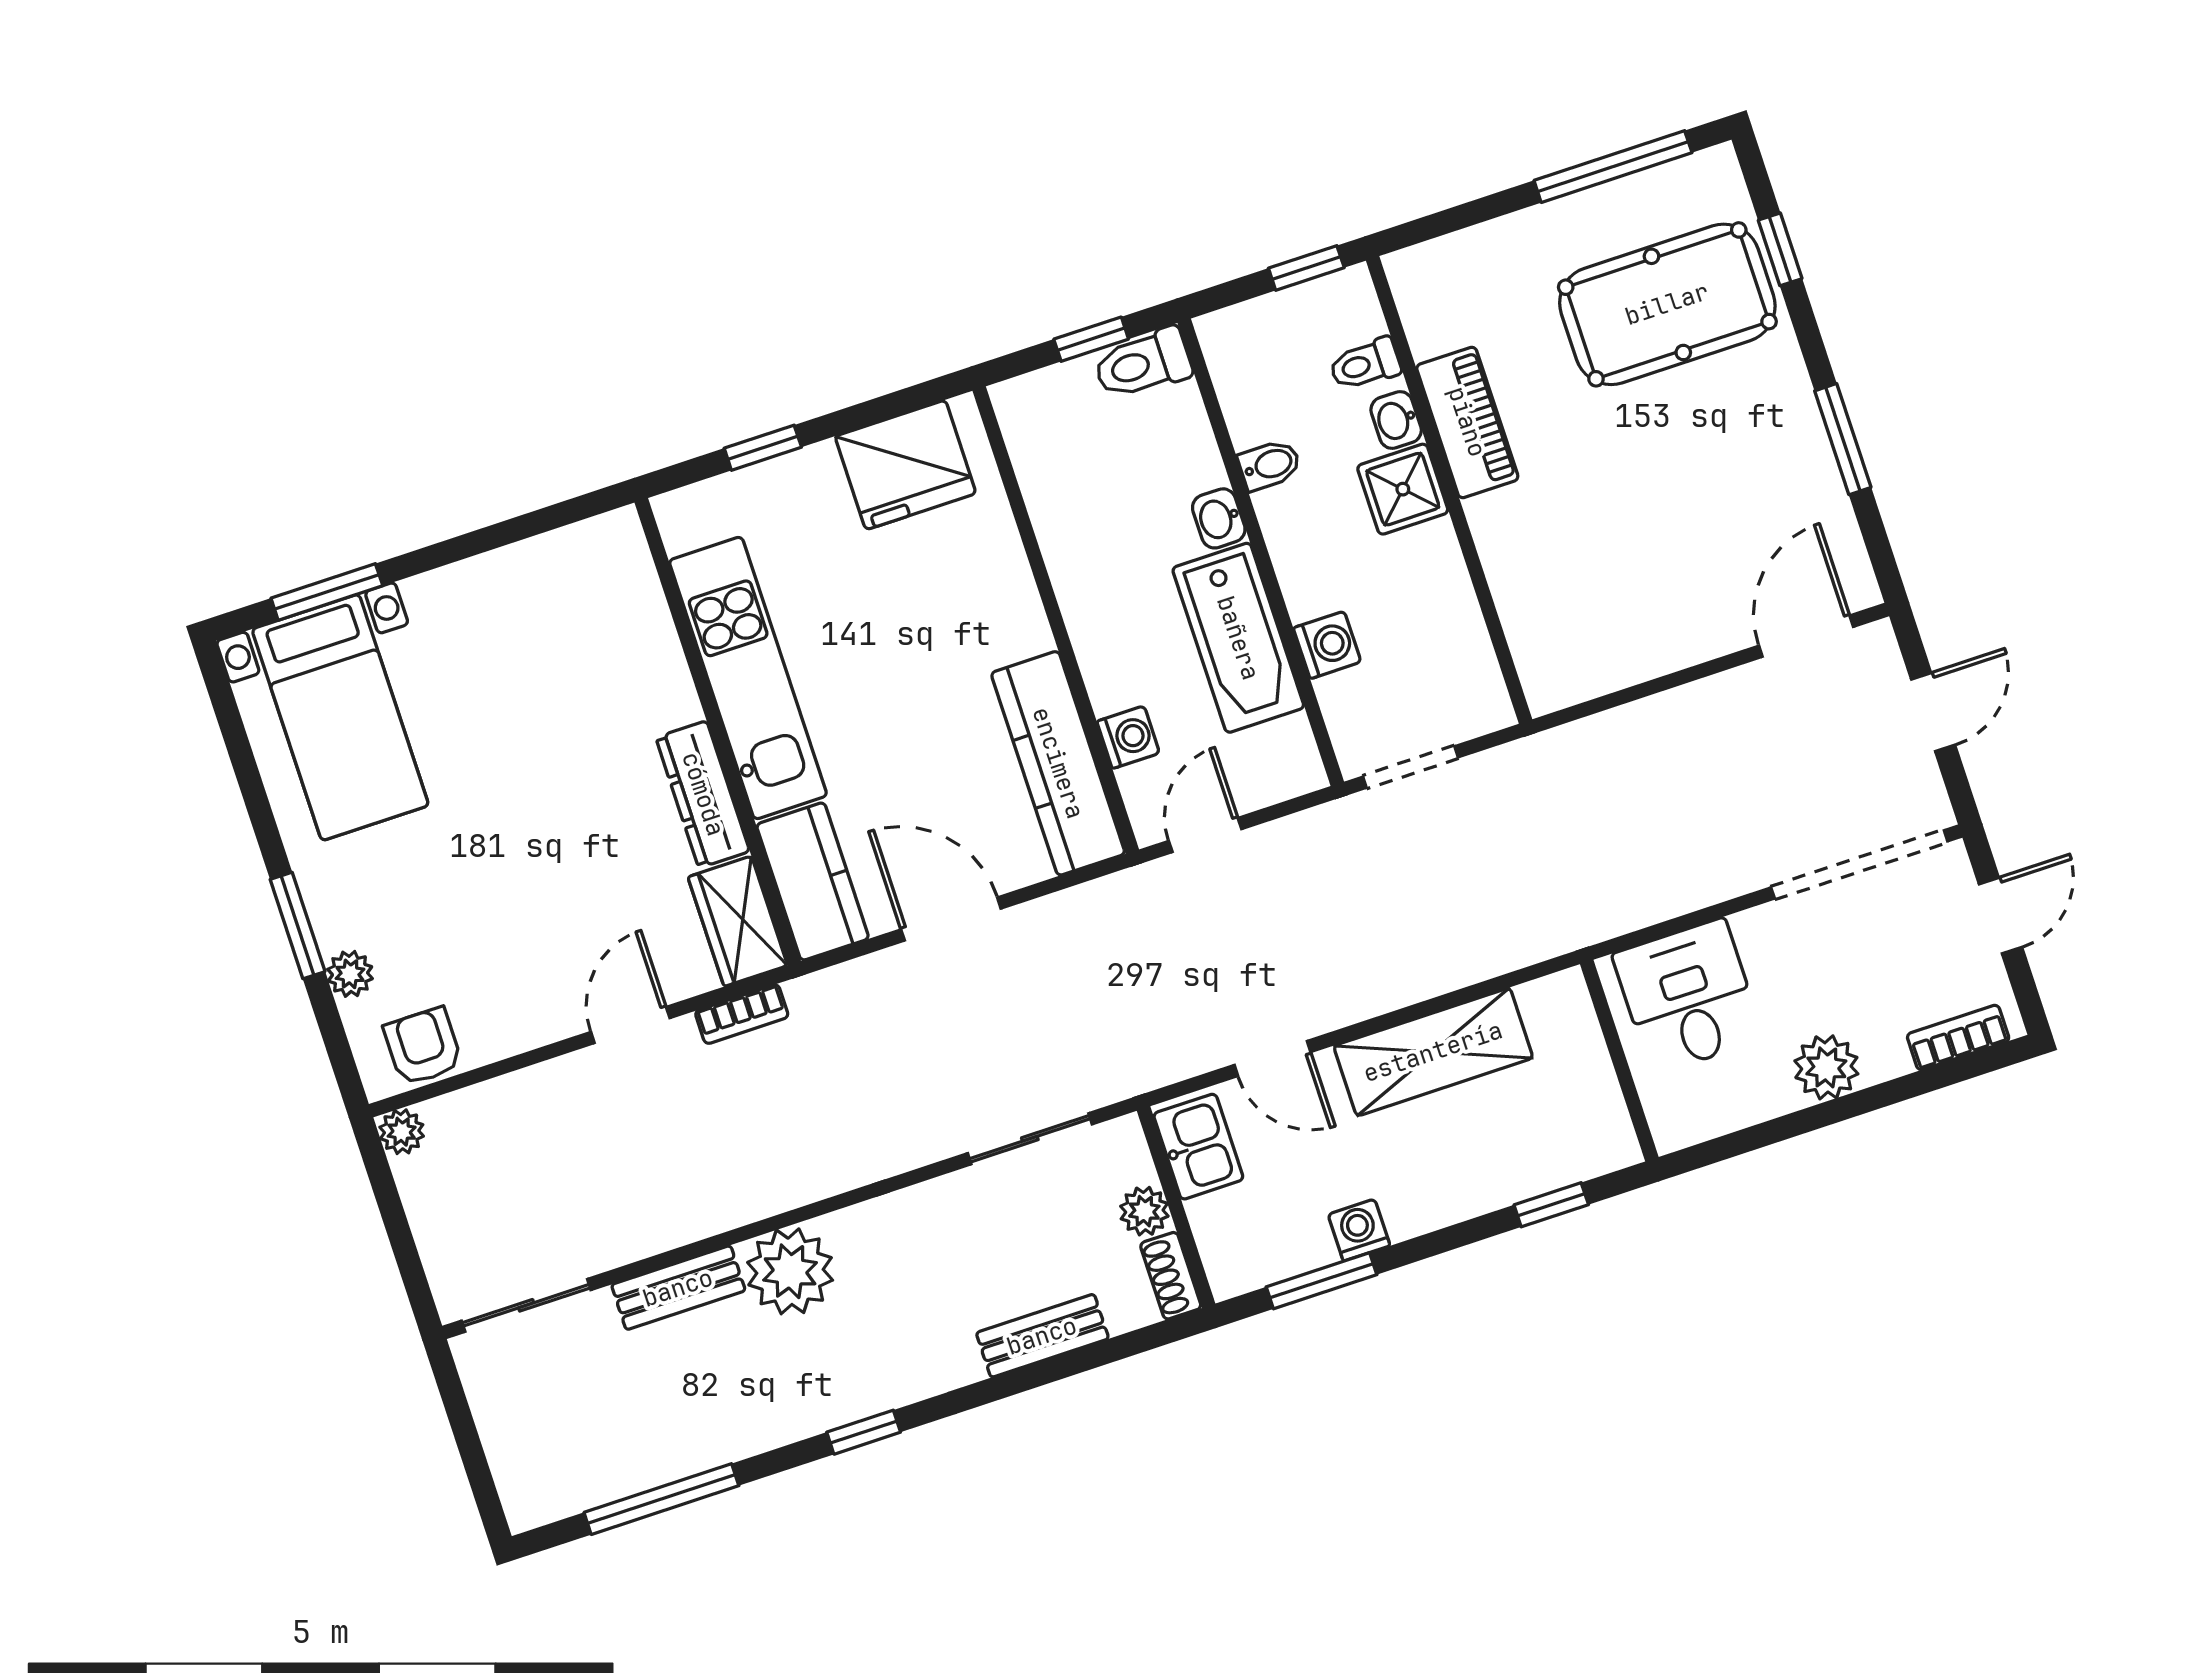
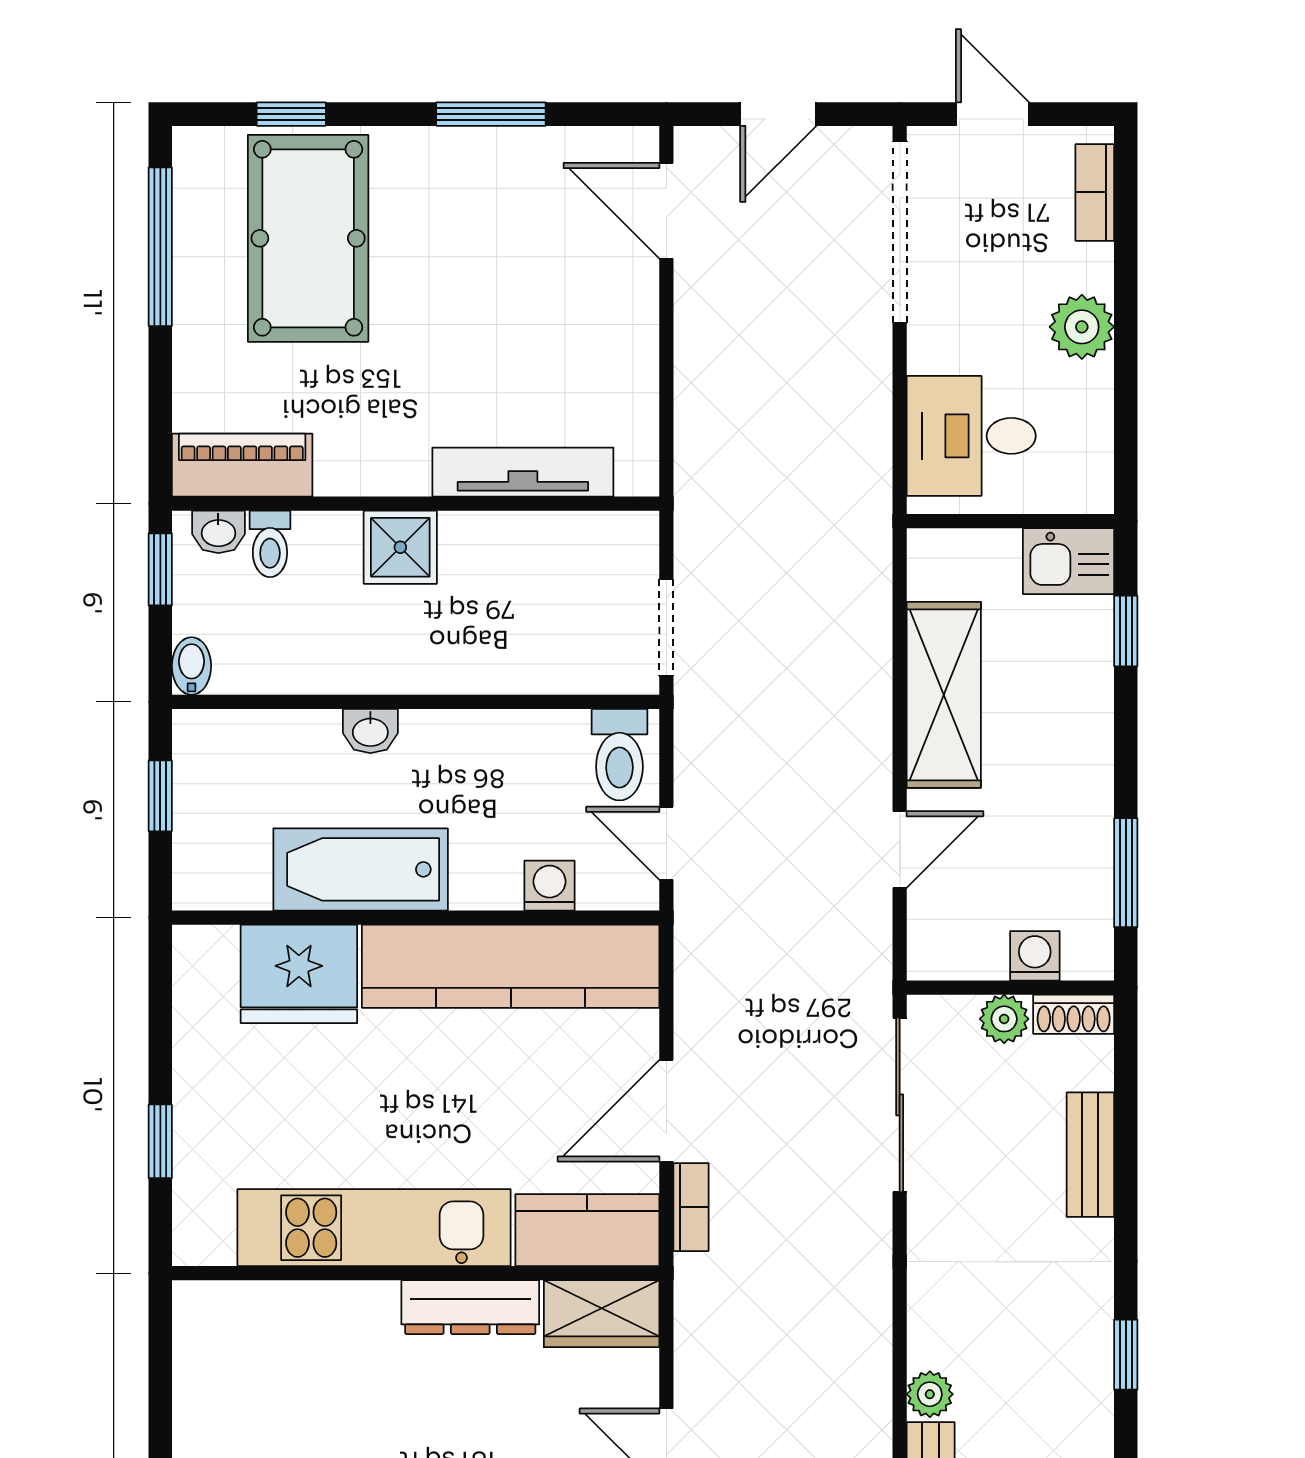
toilet: (1143, 364) -> (619, 755), moved
washbasin: (1396, 420) -> (218, 532), moved
piano: (1467, 422) -> (242, 465), moved
fridge: (906, 465) -> (299, 974), moved, turned 90
bidet: (1270, 465) -> (192, 666), moved
tv unit: (1513, 582) -> (523, 472), added
bathtub: (1238, 638) -> (361, 869), moved, turned 180
washing machine: (1327, 645) -> (524, 668), removed
door: (1933, 712) -> (778, 114), swing flipped
kitchen counter: (1058, 763) -> (511, 966), width x1.39, depth x1.17
bookcase: (742, 1014) -> (691, 1207), moved
sliding door: (1030, 1139) -> (900, 1105), width x1.37
kitchen sink: (1198, 1147) -> (1069, 561), moved, turned 180
washing machine: (1359, 1230) -> (1035, 956), moved, turned 90
plant: (790, 1271) -> (930, 1394), width x0.53, depth x0.53

